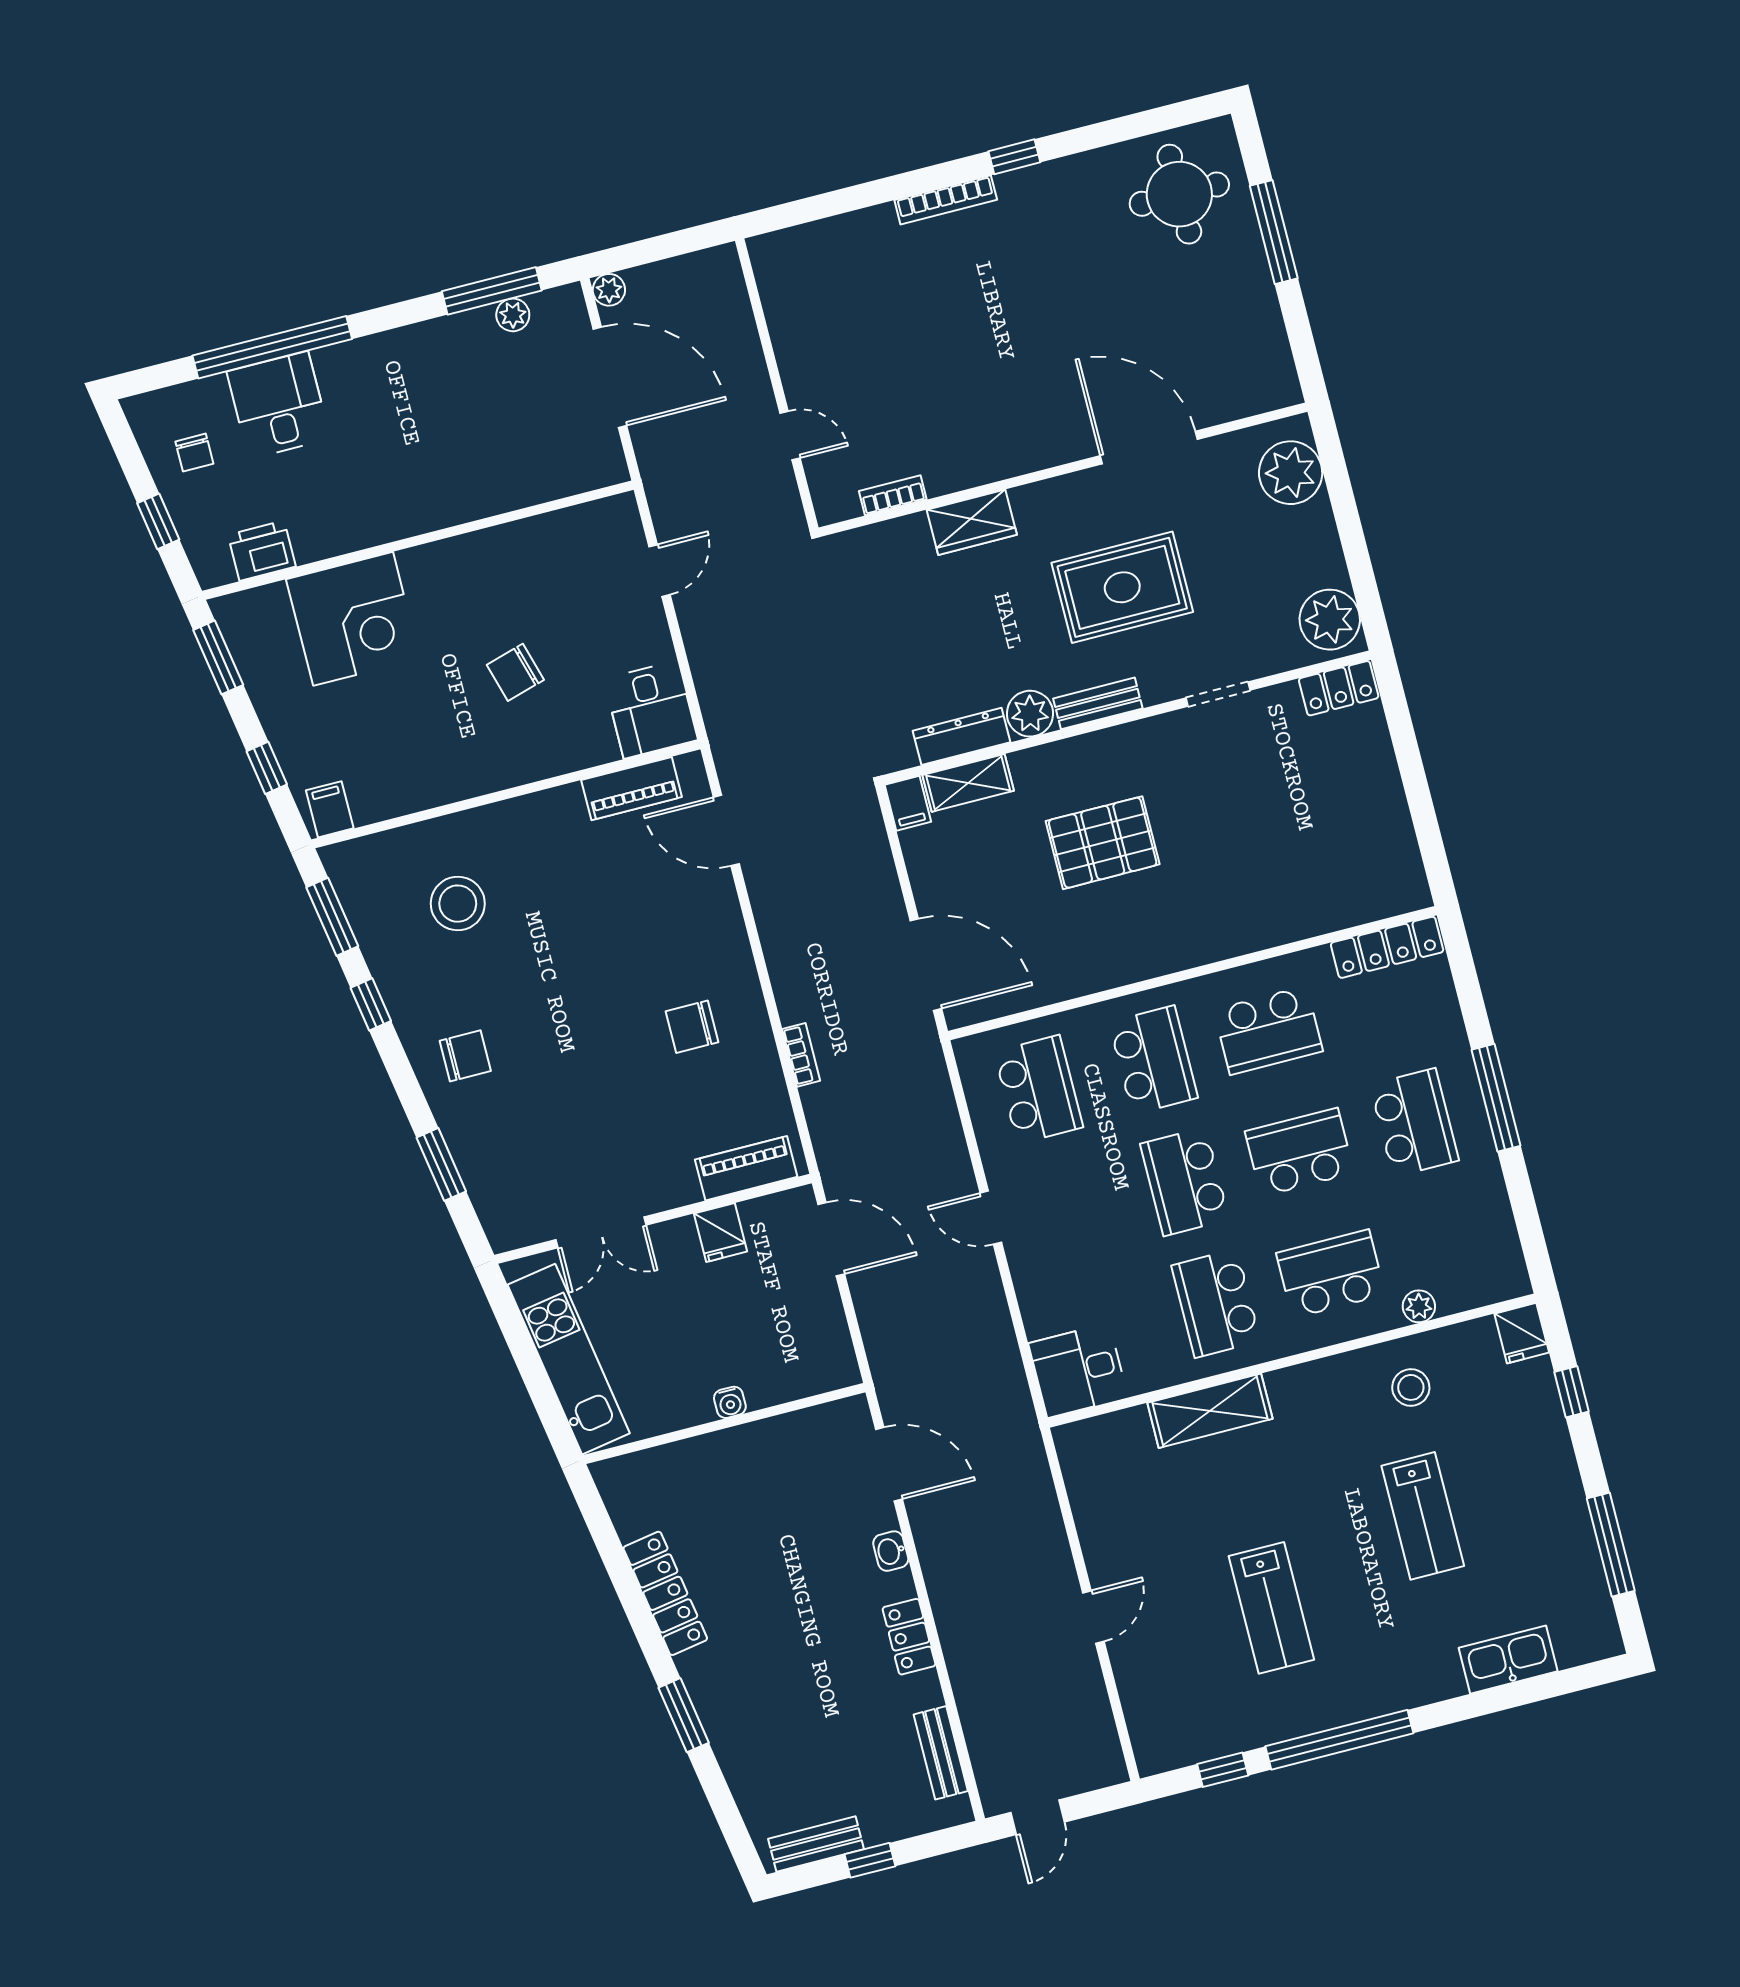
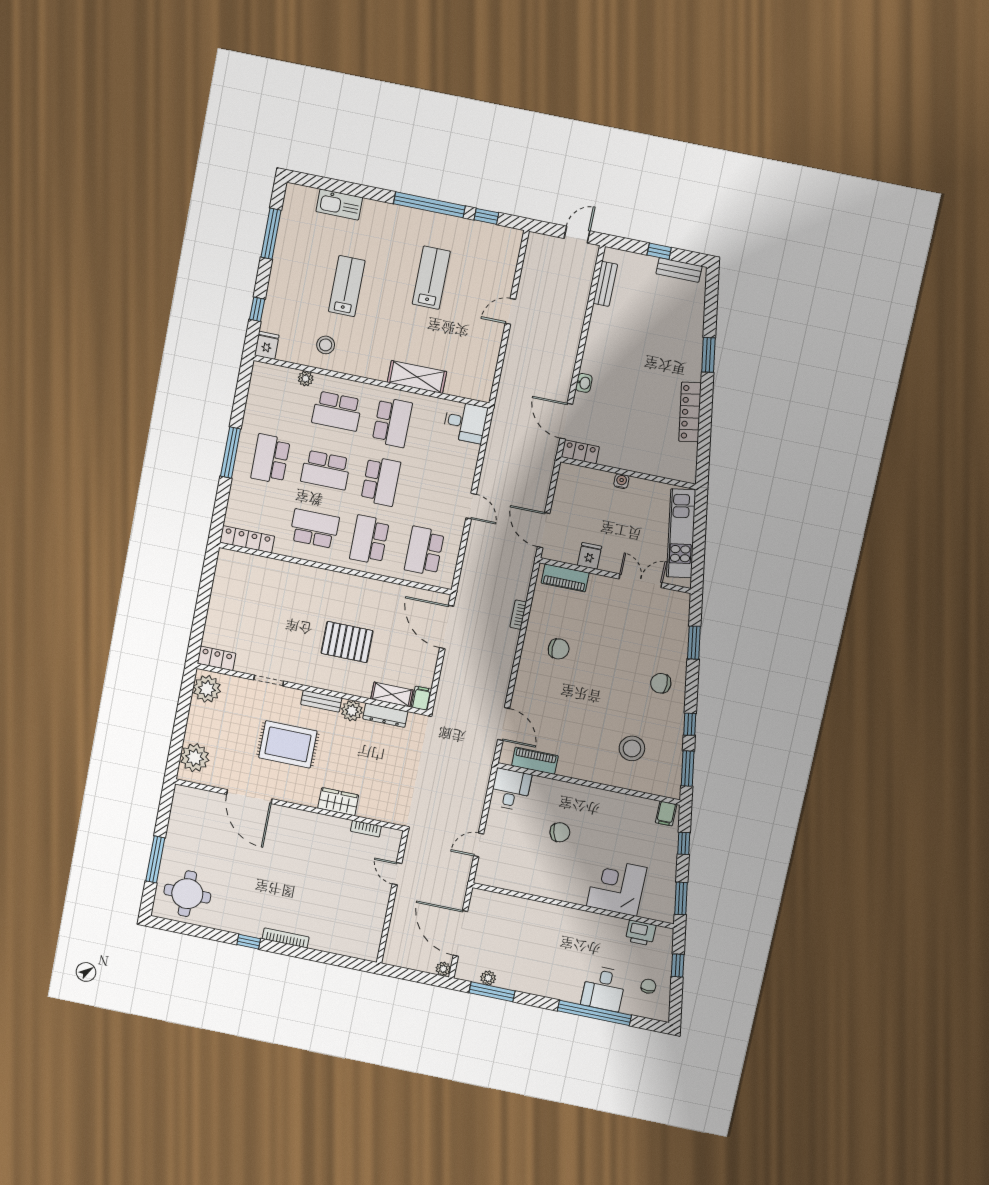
locker: (909, 1637) -> (580, 452), moved, turned -90

